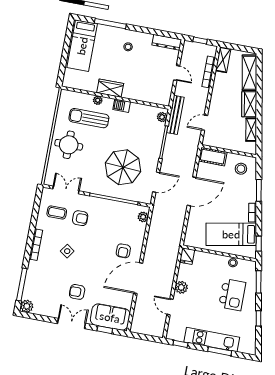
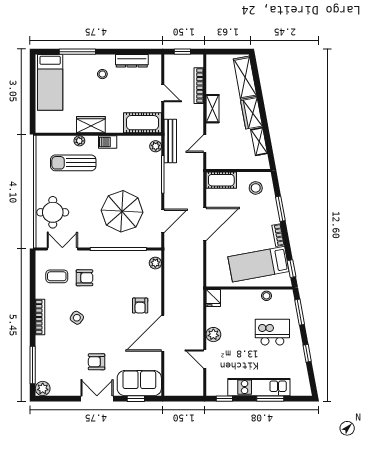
dresser: (167, 42) -> (132, 61), moved
shelving: (223, 60) -> (212, 109), moved
cot: (155, 95) -> (142, 123), added
round table: (69, 145) -> (53, 212), moved
kitchen island: (232, 295) -> (272, 332), turned -90

